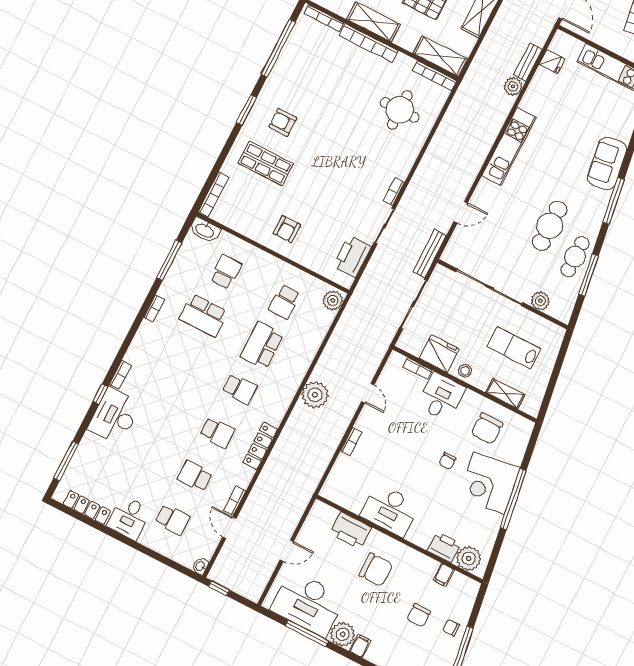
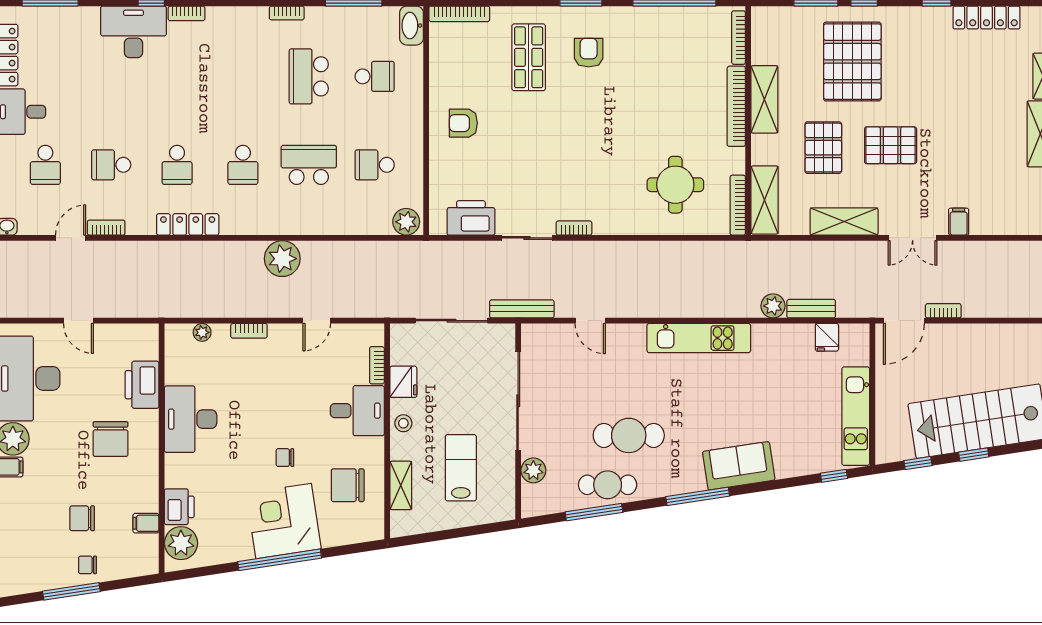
fridge: (439, 354) -> (403, 382), width x0.73, depth x0.75
plant: (337, 473) -> (202, 332), added
school desk: (195, 476) -> (111, 165), turned -90
chair: (451, 628) -> (87, 565), turned -90

